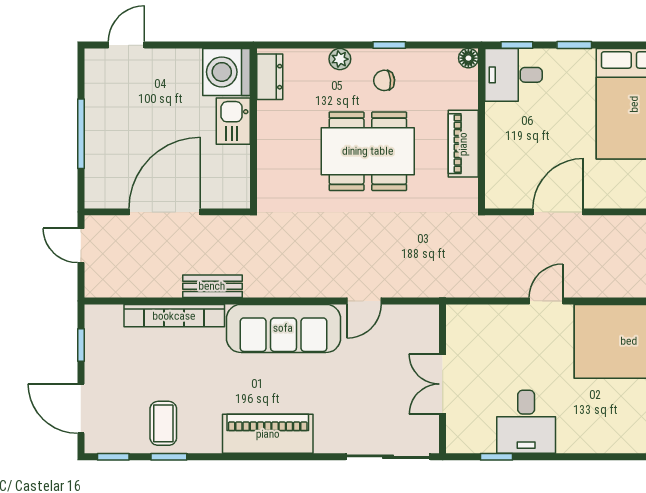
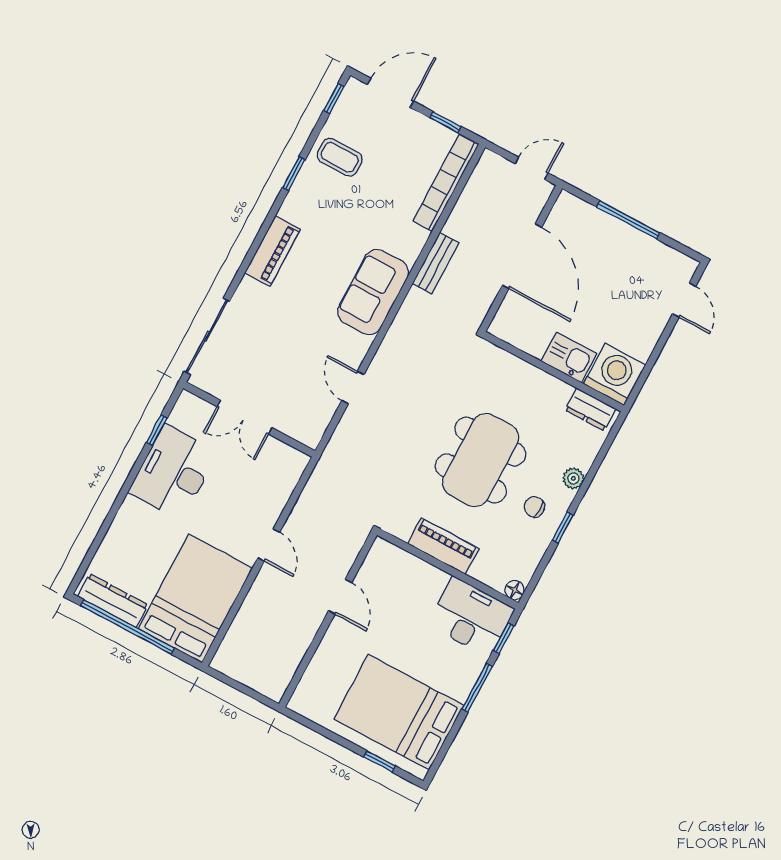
window: (574, 45) -> (477, 688), width x1.50
desk: (513, 75) -> (471, 617), width x1.37
chair: (384, 80) -> (534, 507), turned -85
door: (558, 212) -> (340, 597), width x0.73
bookcase: (174, 316) -> (446, 183), moved
sofa: (283, 328) -> (373, 292), width x0.73
double door: (443, 384) -> (245, 417), swing flipped
desk: (526, 422) -> (173, 472), width x1.37
piano: (268, 434) -> (273, 251), width x0.73, depth x0.75
window: (169, 457) -> (294, 174), moved

